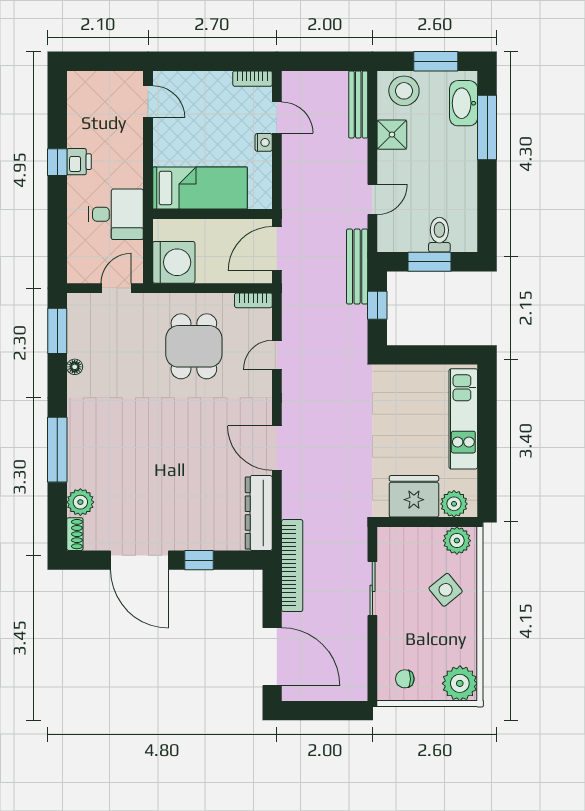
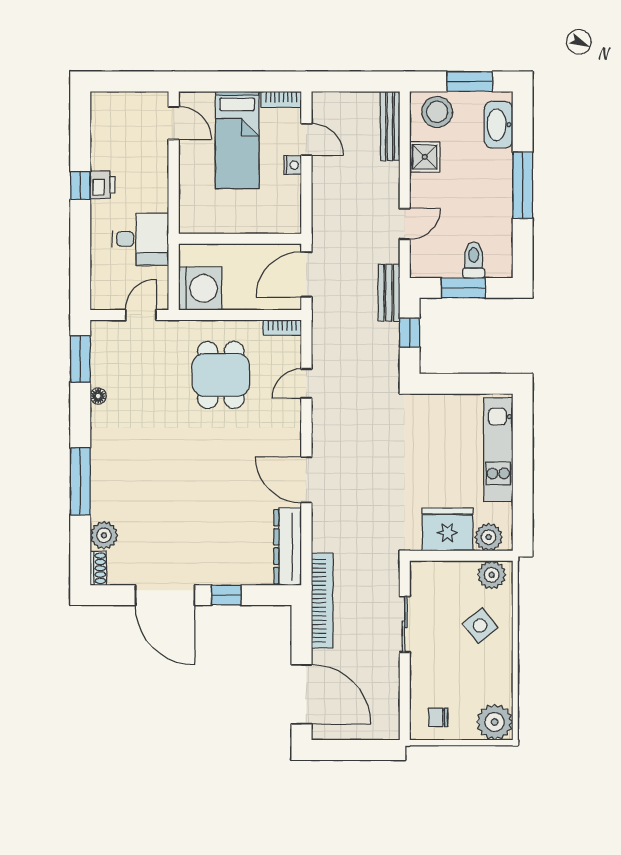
window: (487, 127) -> (523, 185), moved
bed: (200, 188) -> (237, 140), moved, turned 90
bench: (357, 267) -> (389, 293), width x0.73

